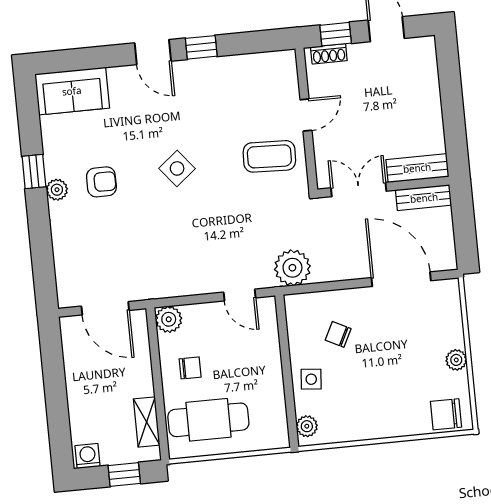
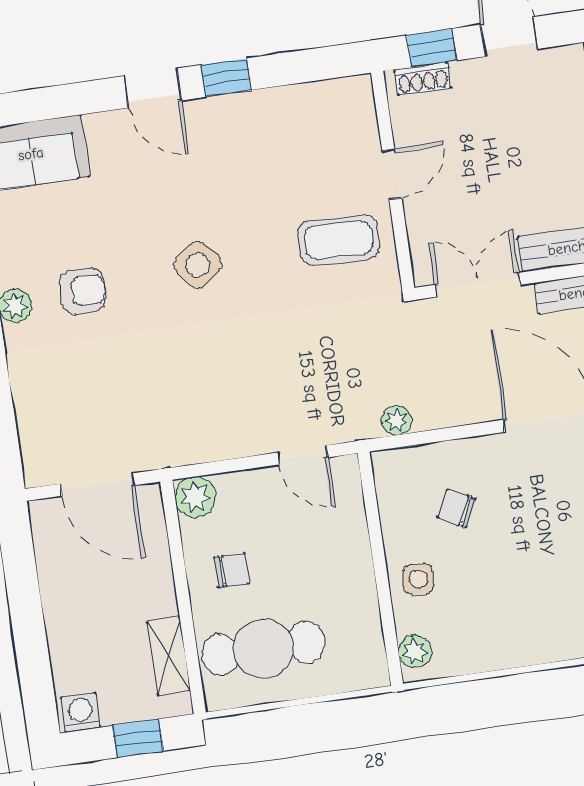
plant: (292, 268) -> (396, 420), width x0.53, depth x0.53

